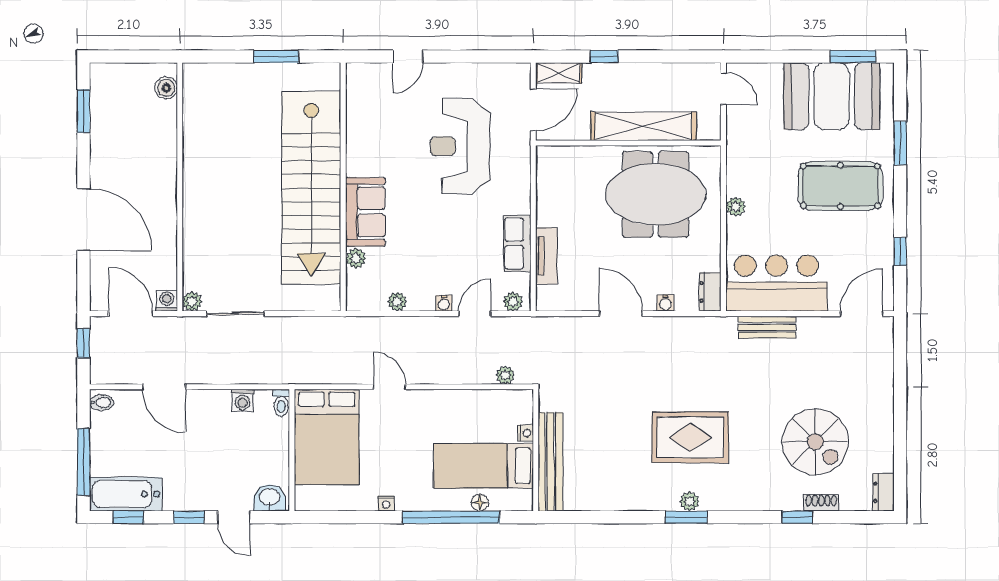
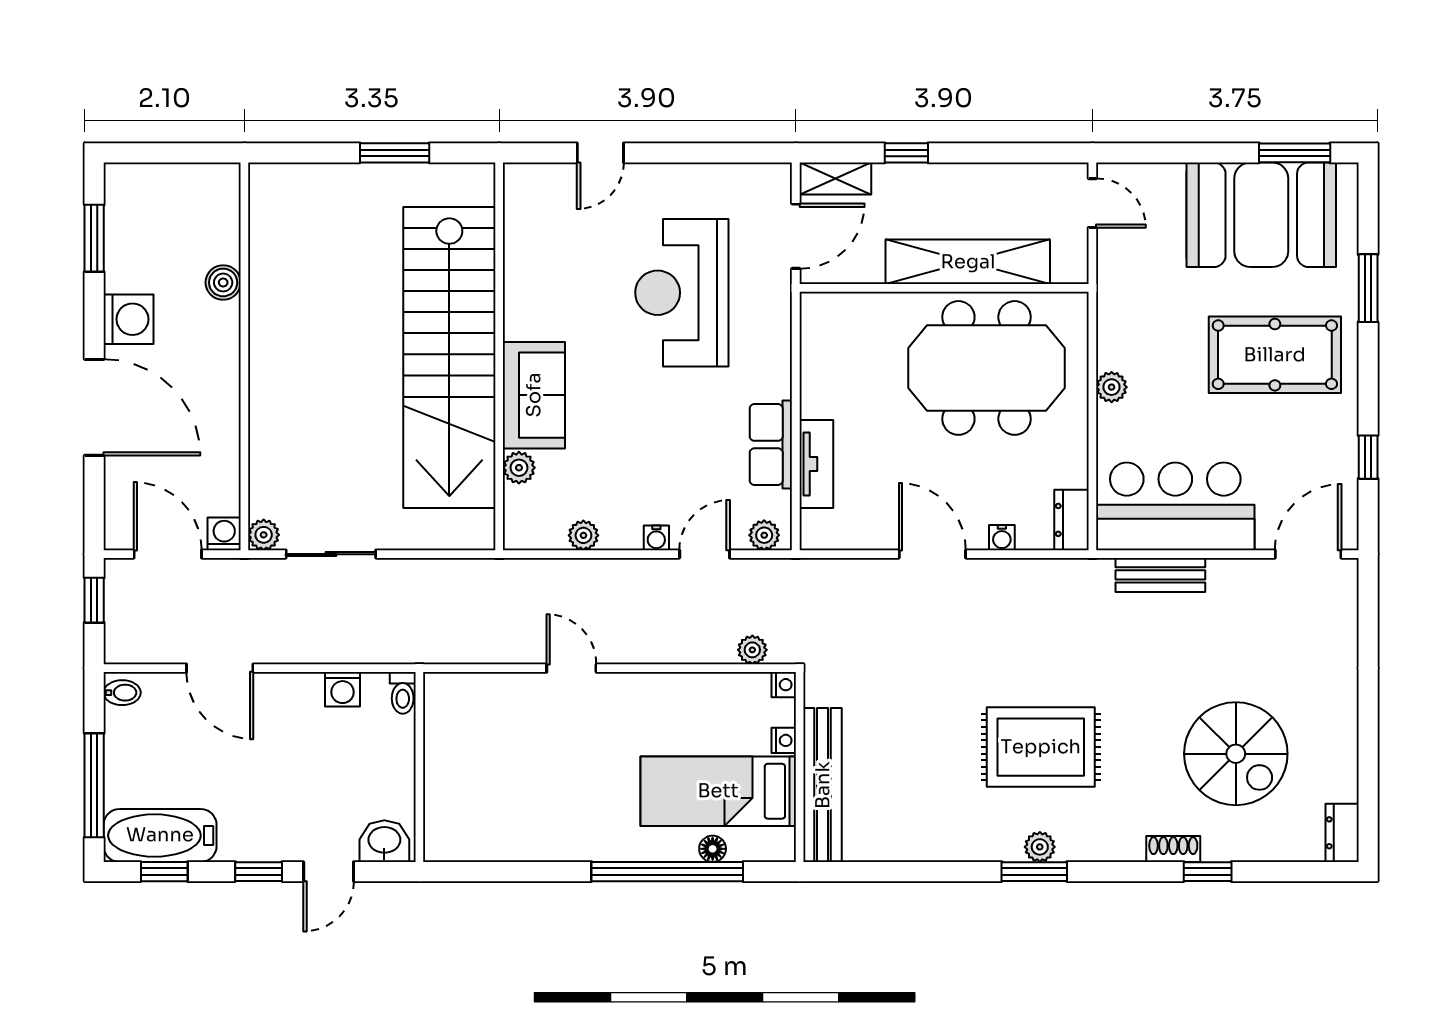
boiler: (166, 88) -> (223, 282), moved
washing machine: (106, 163) -> (128, 319), added
bed: (327, 437) -> (473, 747), removed
nightstand: (386, 503) -> (784, 685), moved, turned -90
shoe rack: (821, 503) -> (1173, 849), moved
door: (234, 517) -> (329, 872), hinge flipped

